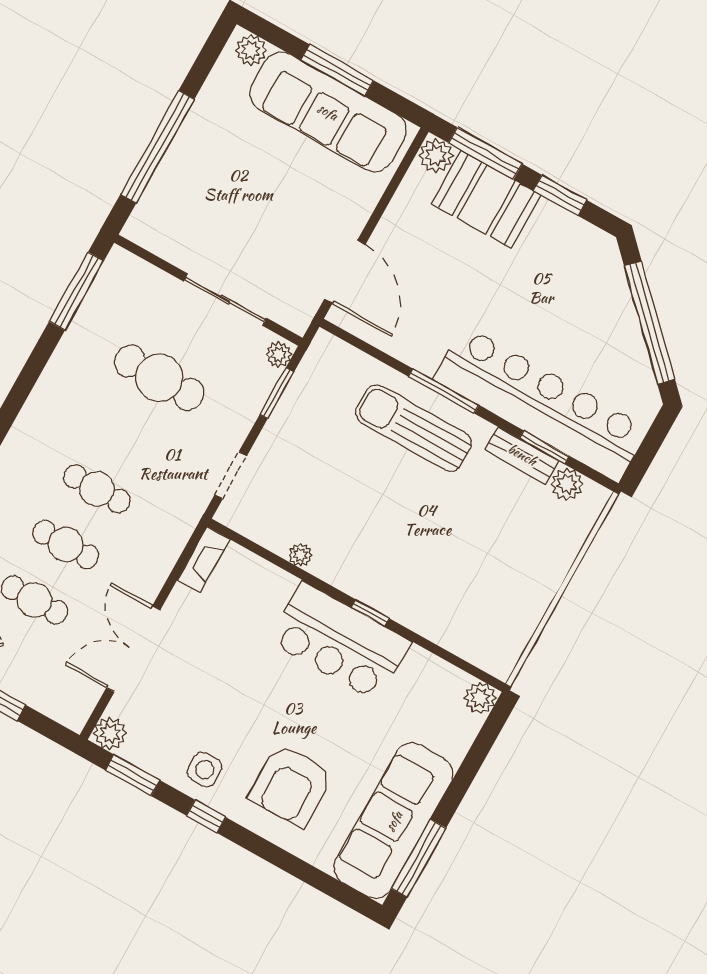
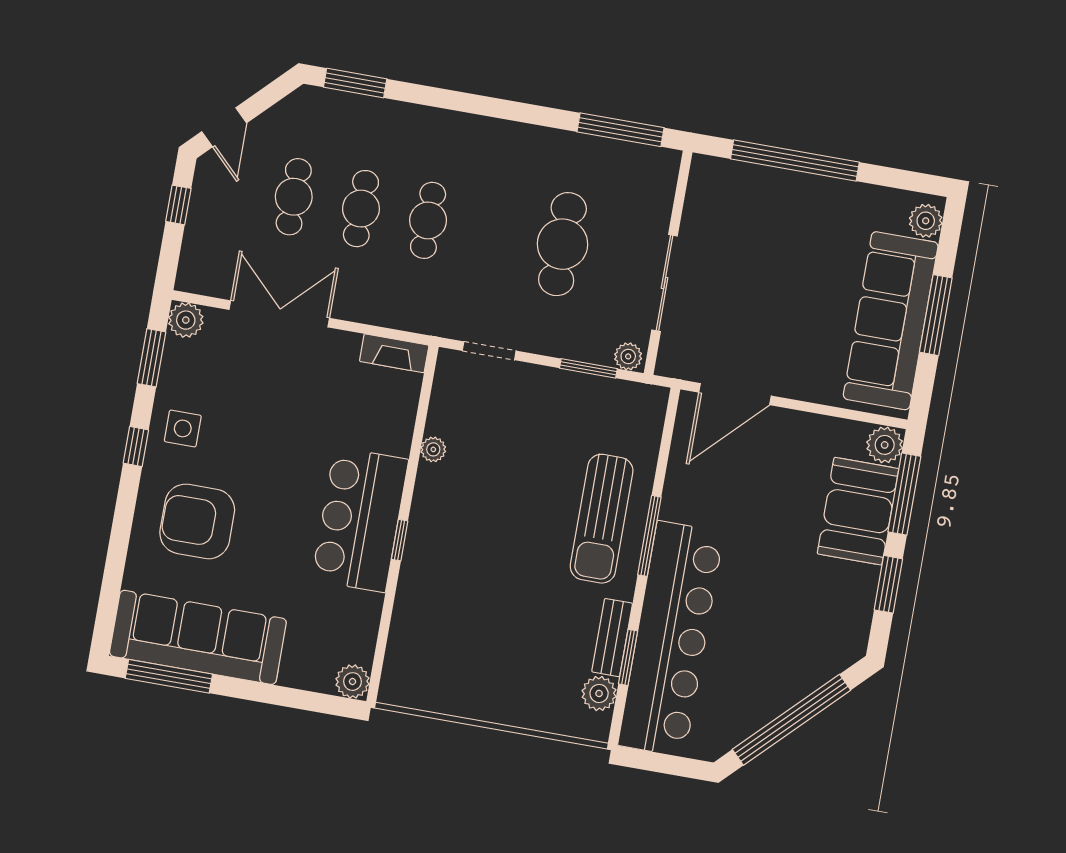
sun lounger: (414, 428) -> (602, 519), turned 180

